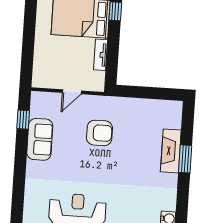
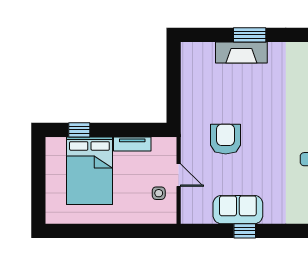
side table: (58, 74) -> (159, 193), added
window: (23, 120) -> (245, 231), moved

